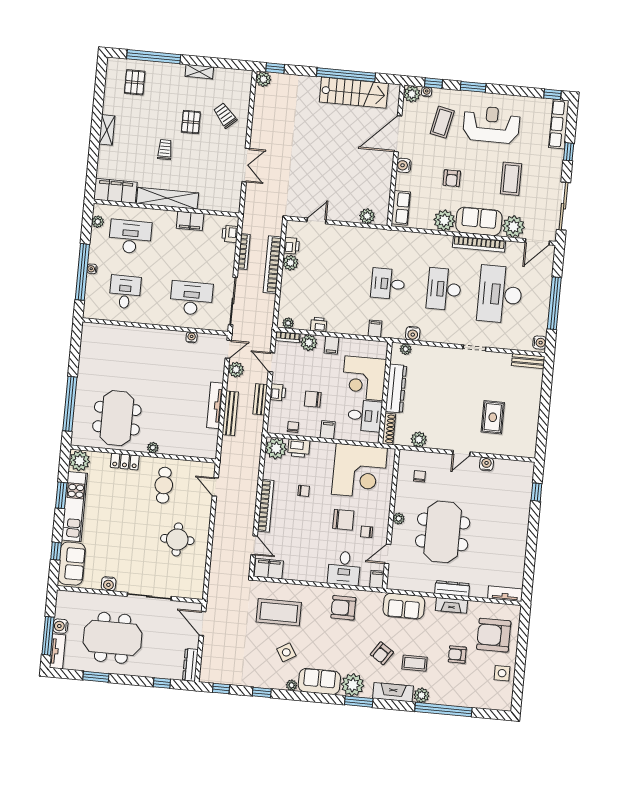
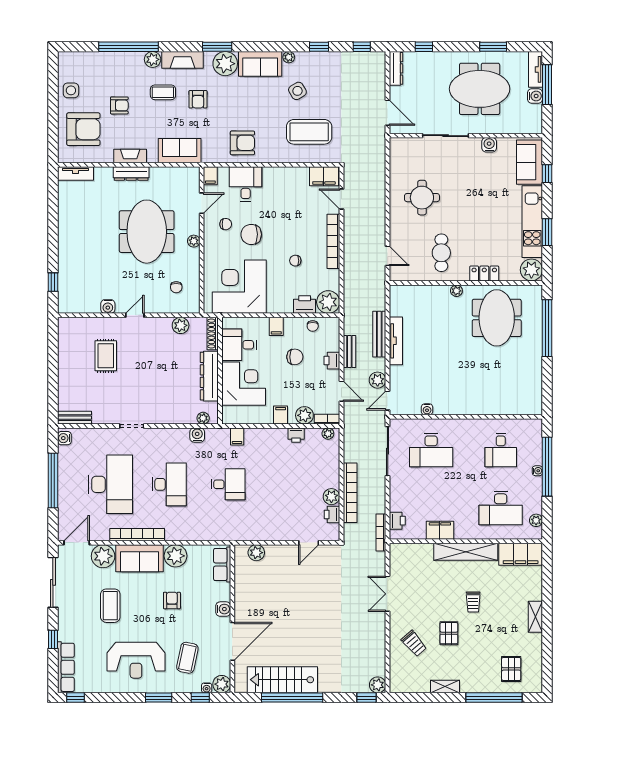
bookcase: (244, 252) -> (381, 533), moved
armchair: (382, 653) -> (198, 99), turned 146

